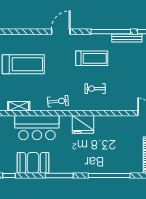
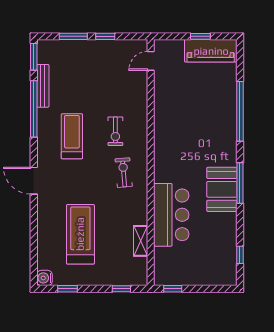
exercise bike: (58, 101) -> (124, 173), moved
fridge: (83, 124) -> (167, 149), removed
booth: (33, 163) -> (222, 189), moved

